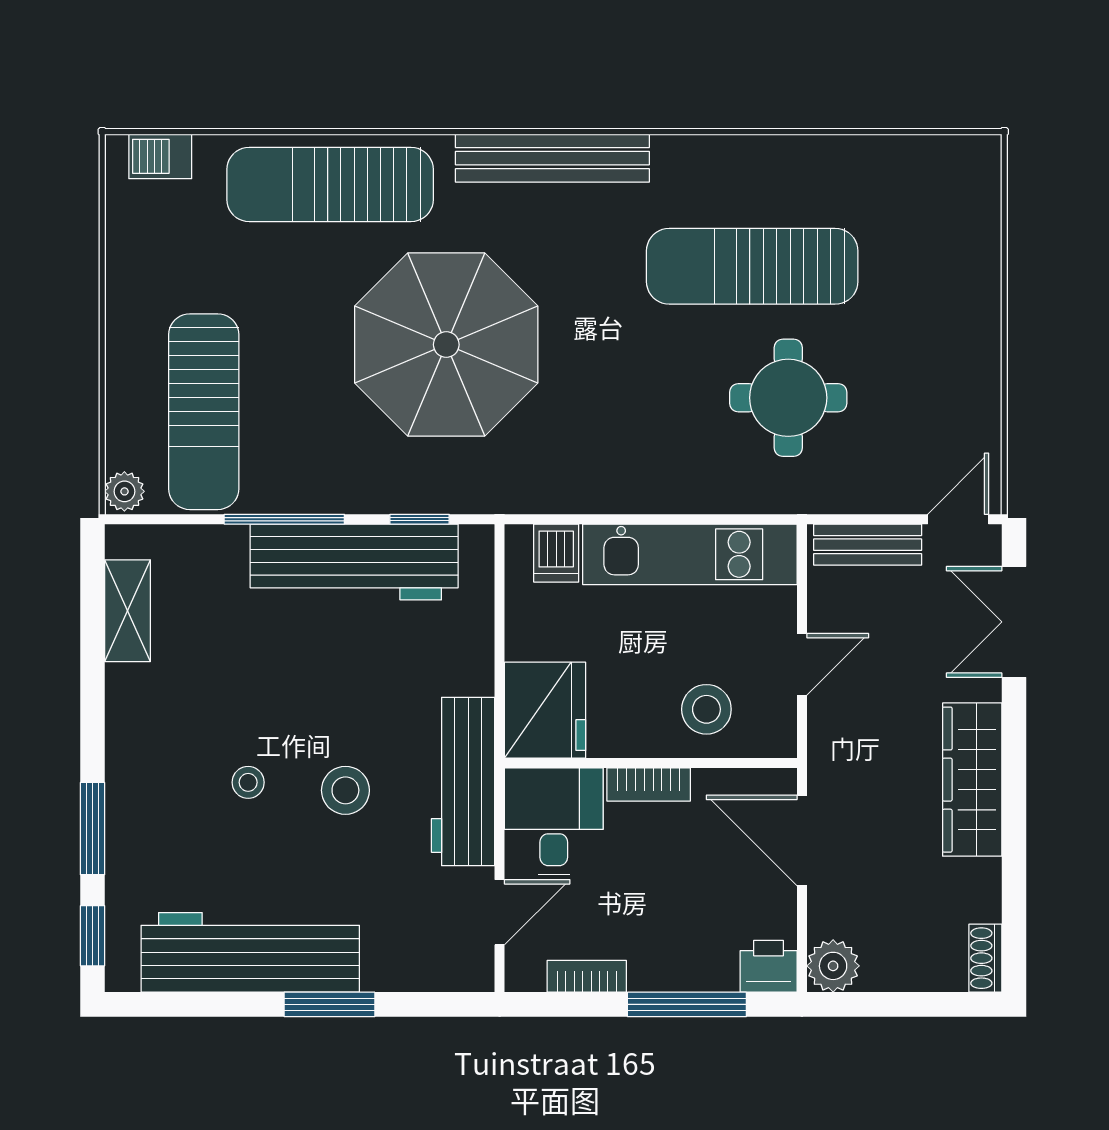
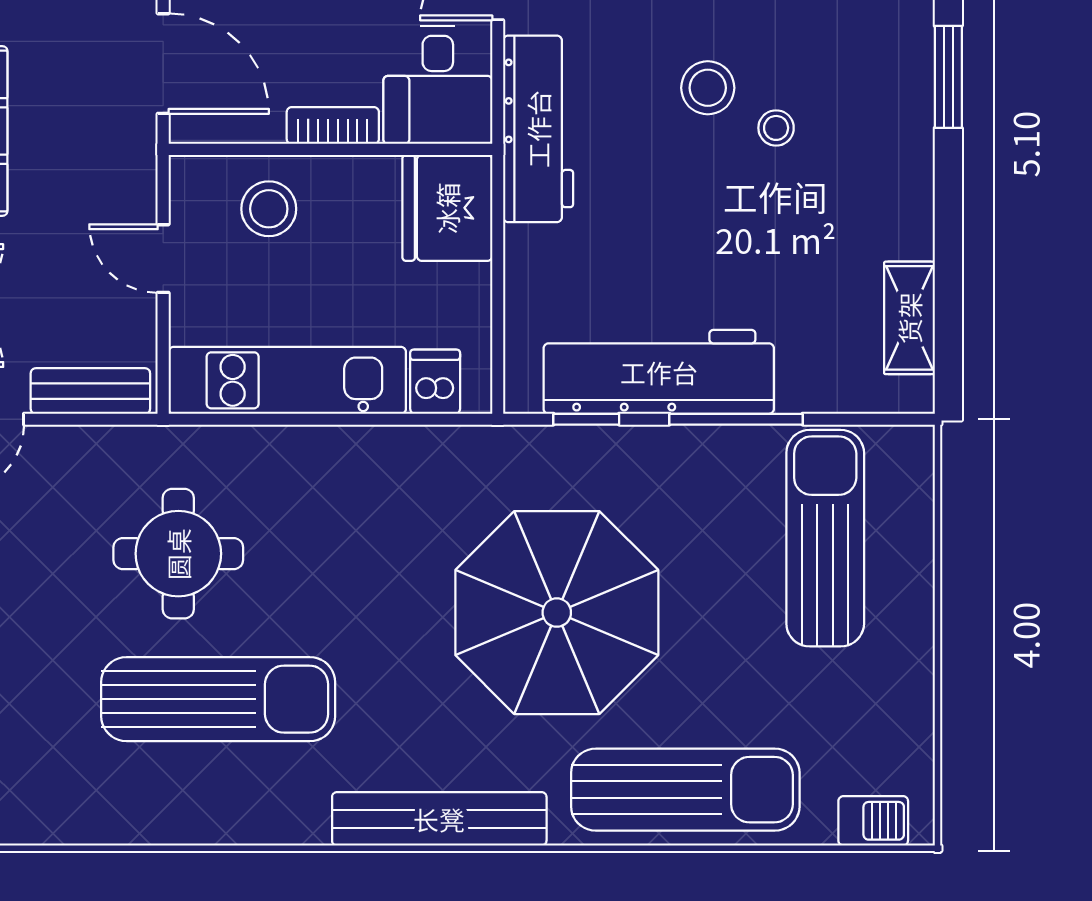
plant: (124, 491) -> (913, 450), removed
door: (802, 664) -> (163, 259), hinge flipped
stool: (345, 790) -> (708, 88), moved

